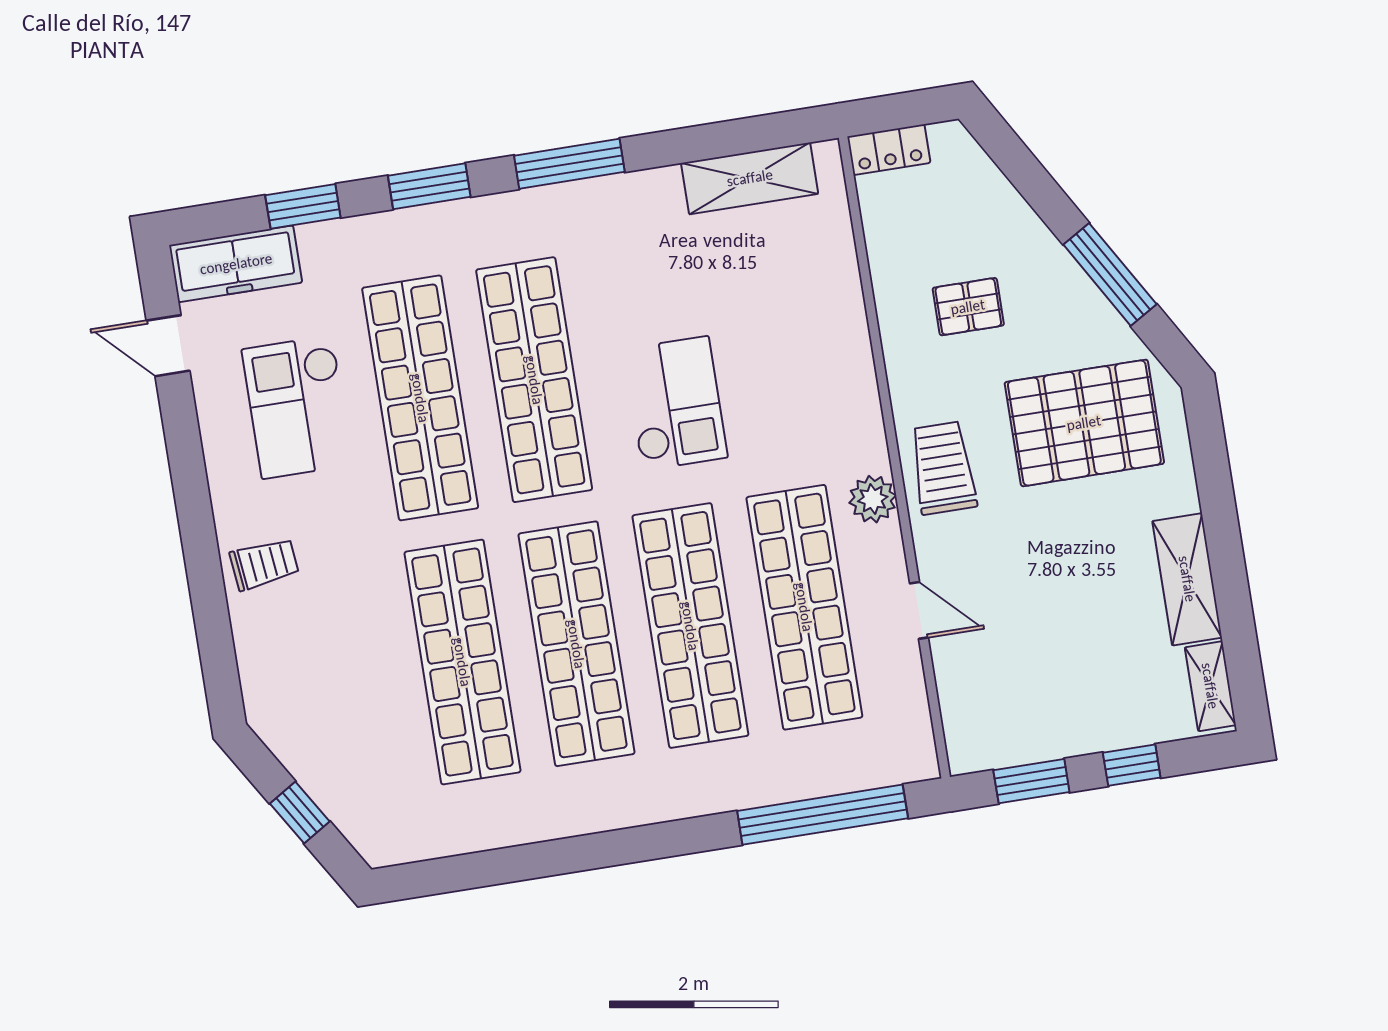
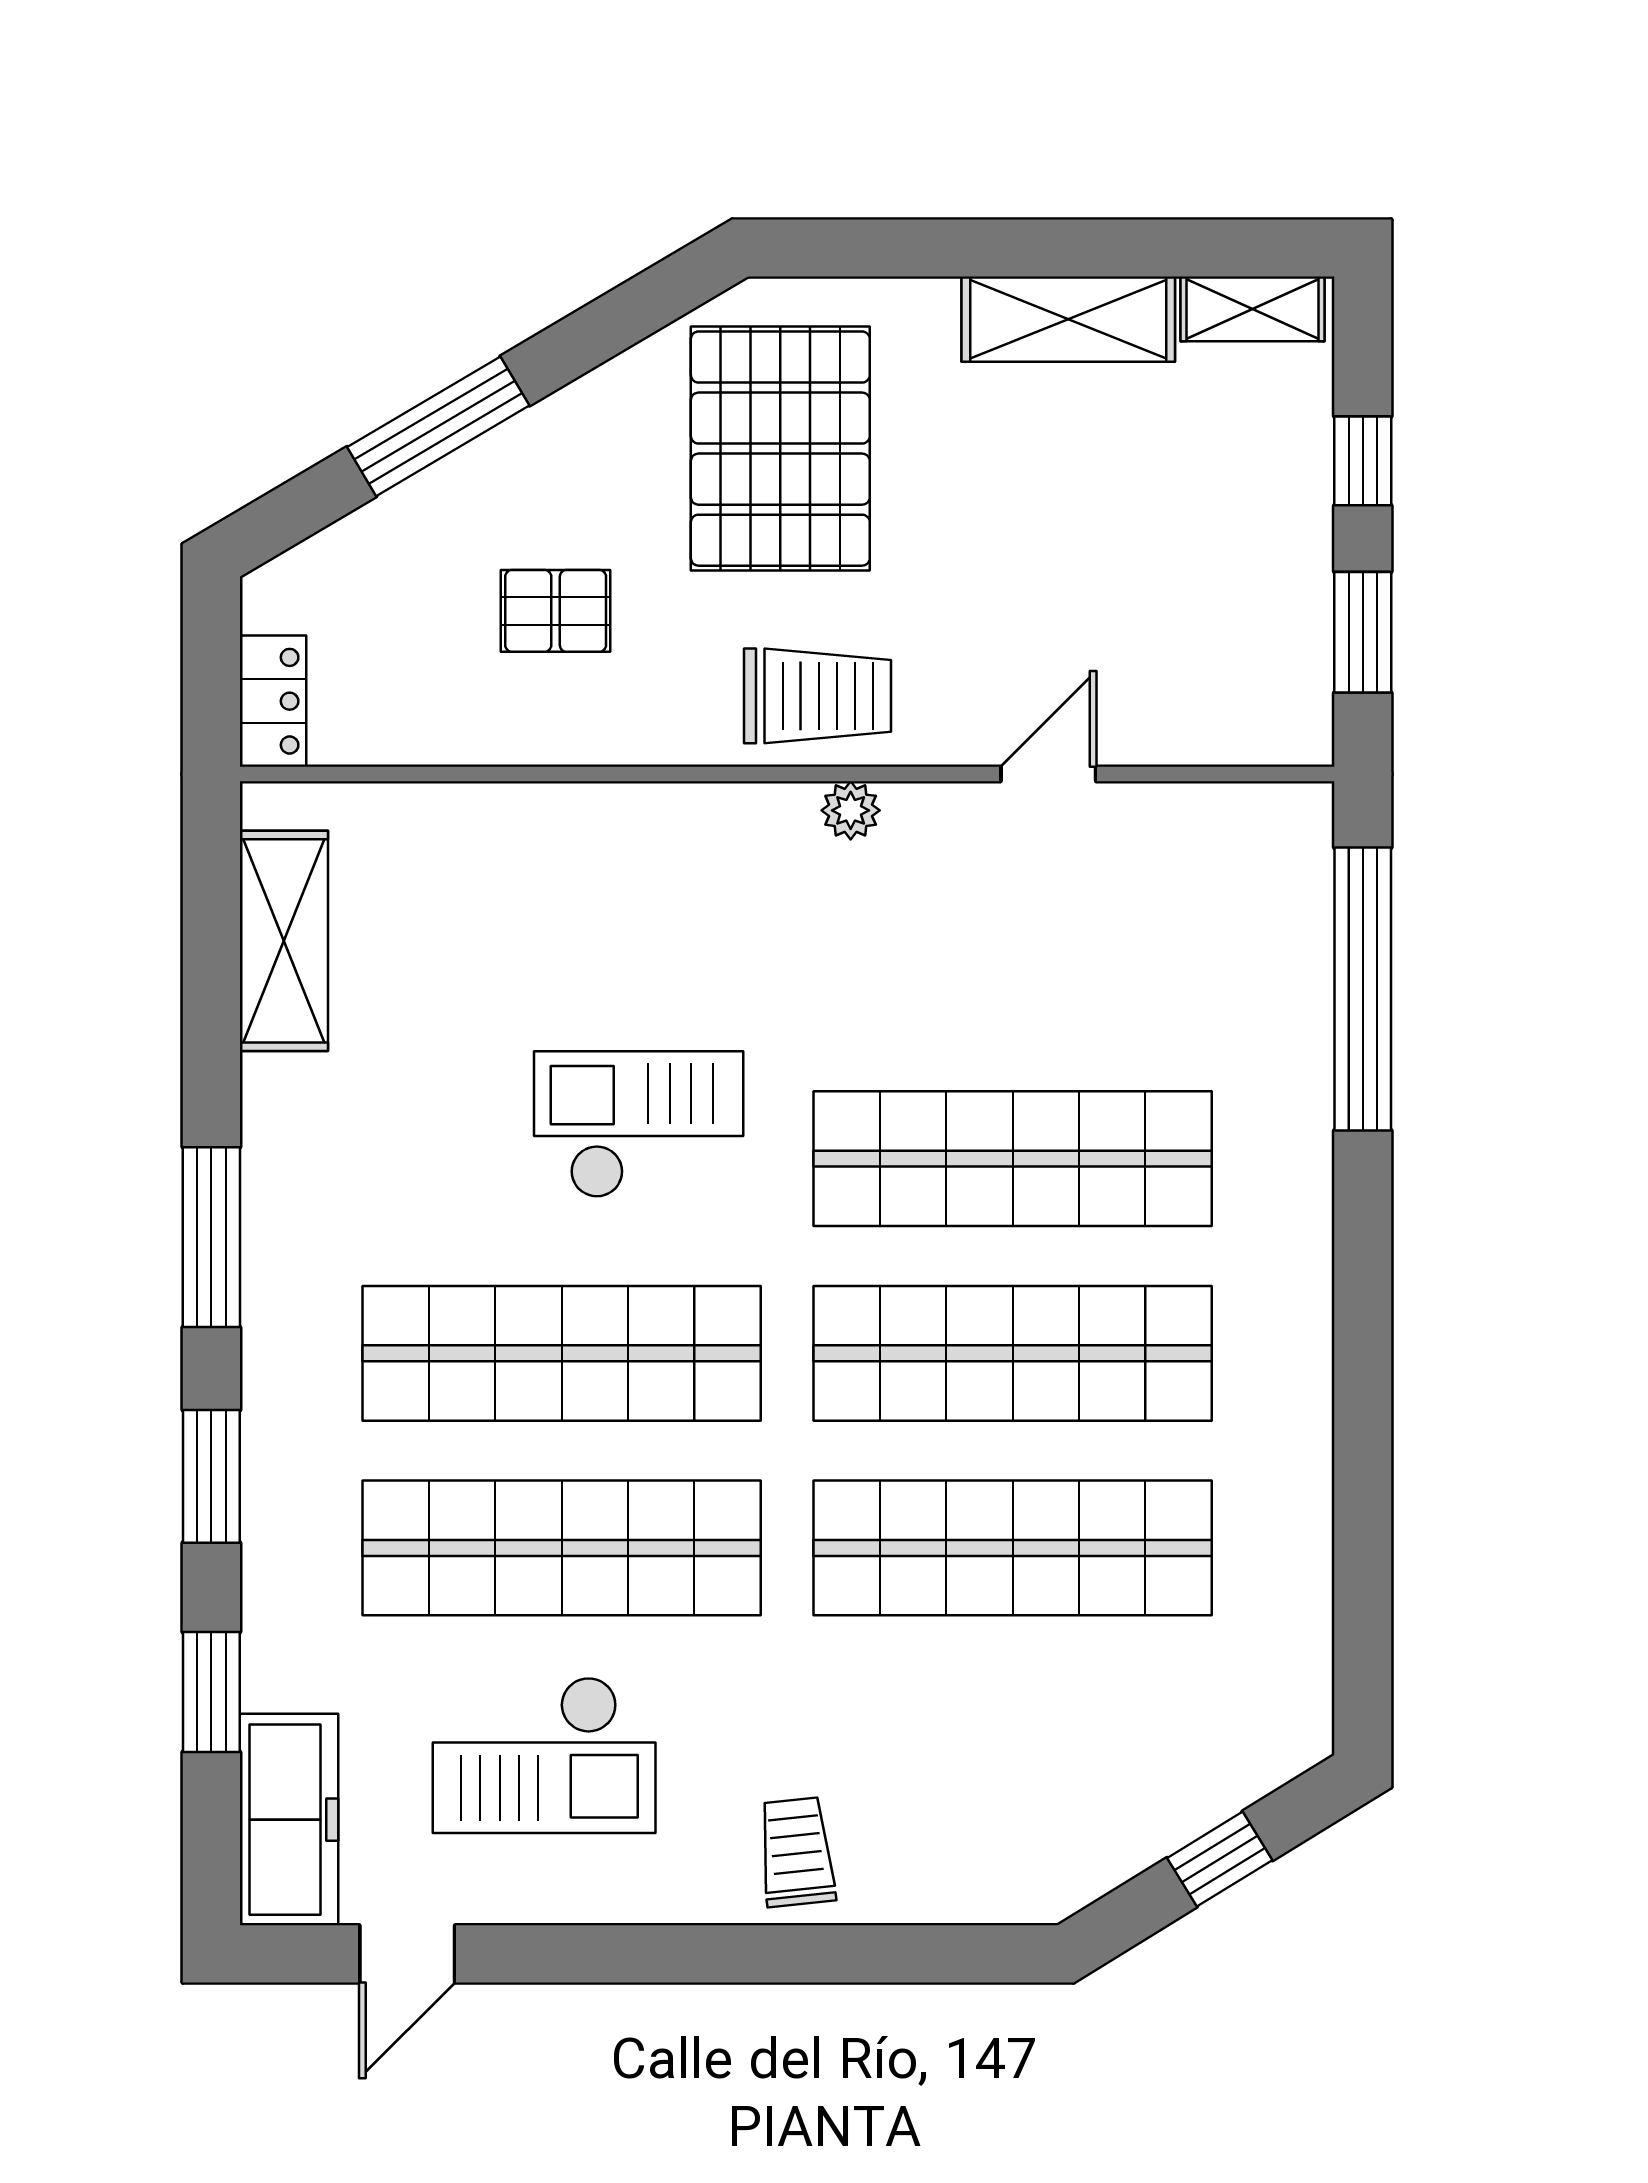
window: (1110, 274) -> (438, 426), moved
pallet: (968, 307) -> (556, 611), turned 90
trolley: (943, 468) -> (818, 696), turned 180
plant: (873, 499) -> (851, 810), width x0.73, depth x0.73
shop shelf: (804, 607) -> (1013, 964), removed

